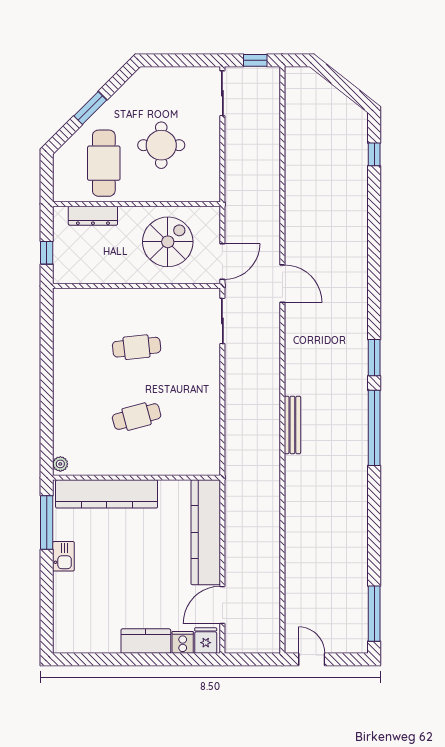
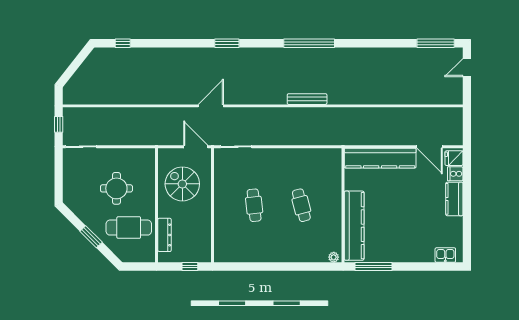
window: (374, 358) -> (227, 43), moved
kitchen sink: (63, 556) -> (445, 255), moved
door: (312, 659) -> (467, 68), moved

